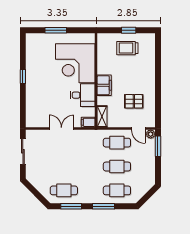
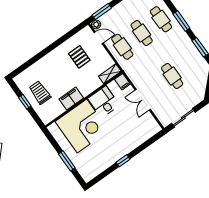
trolley: (127, 48) -> (40, 93), turned 180
filing cabinet: (104, 85) -> (71, 99), moved
door: (138, 128) -> (99, 38), hinge flipped
cafe table: (64, 190) -> (172, 76), moved

